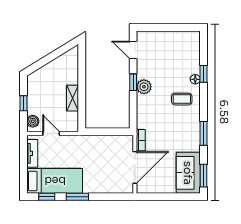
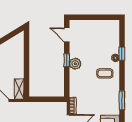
shelving: (73, 98) -> (19, 89), moved

